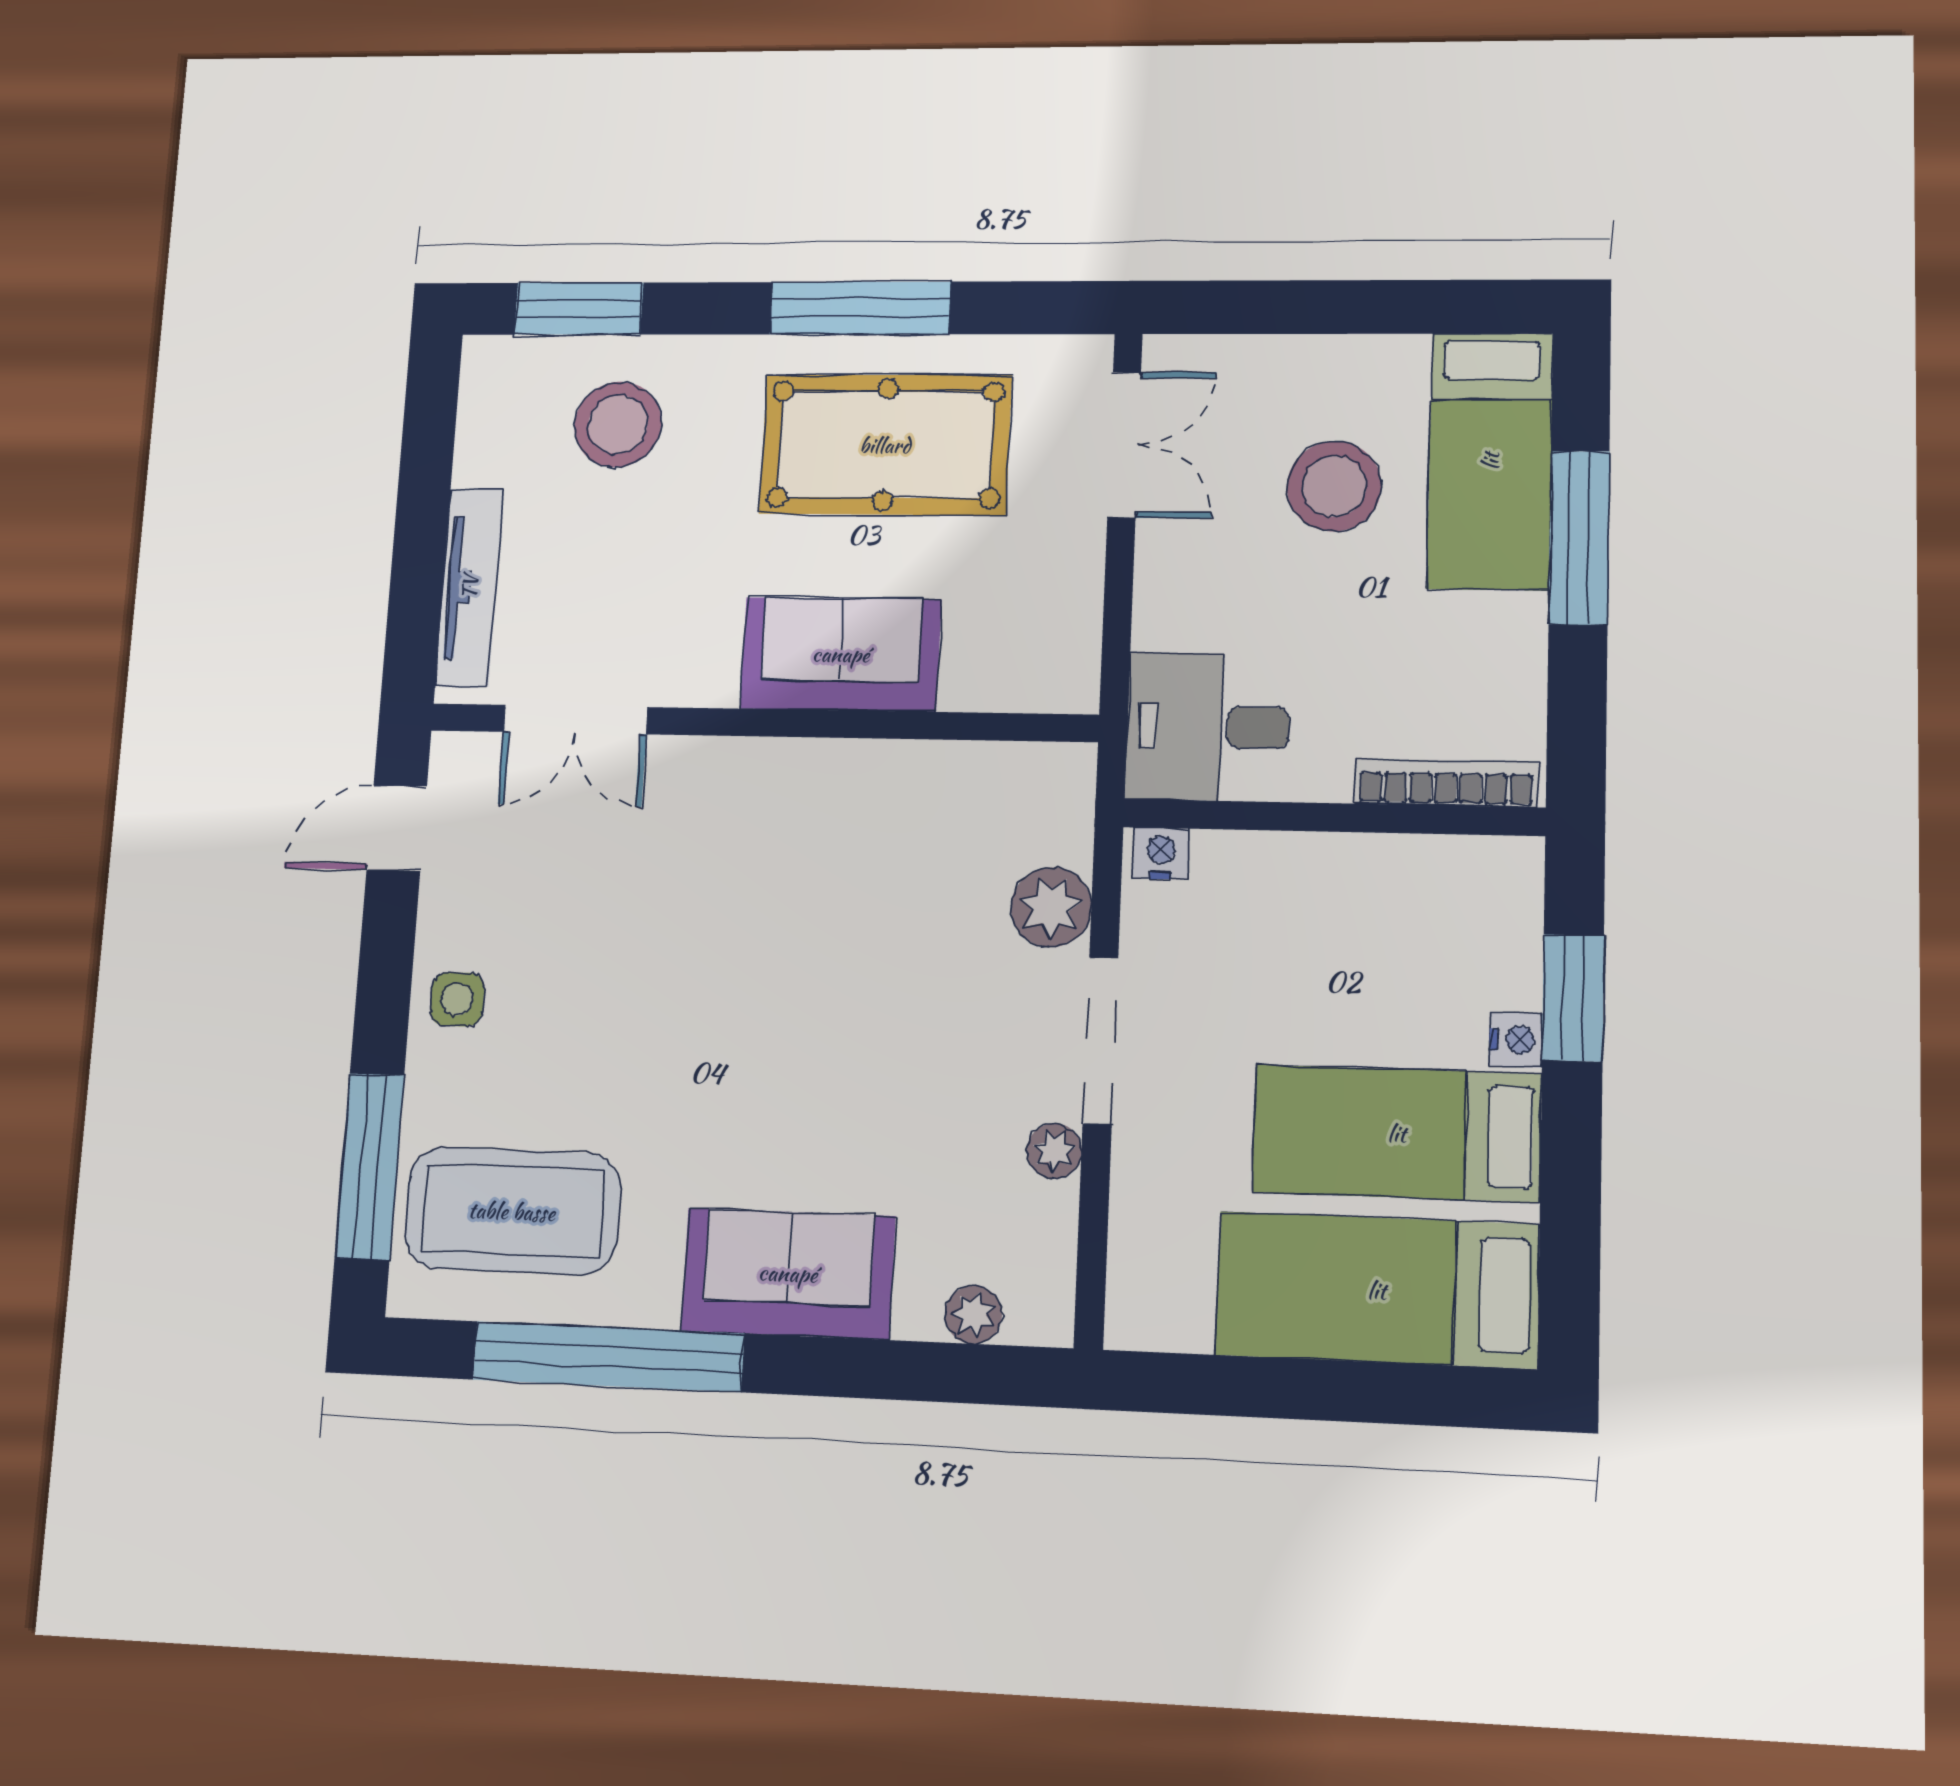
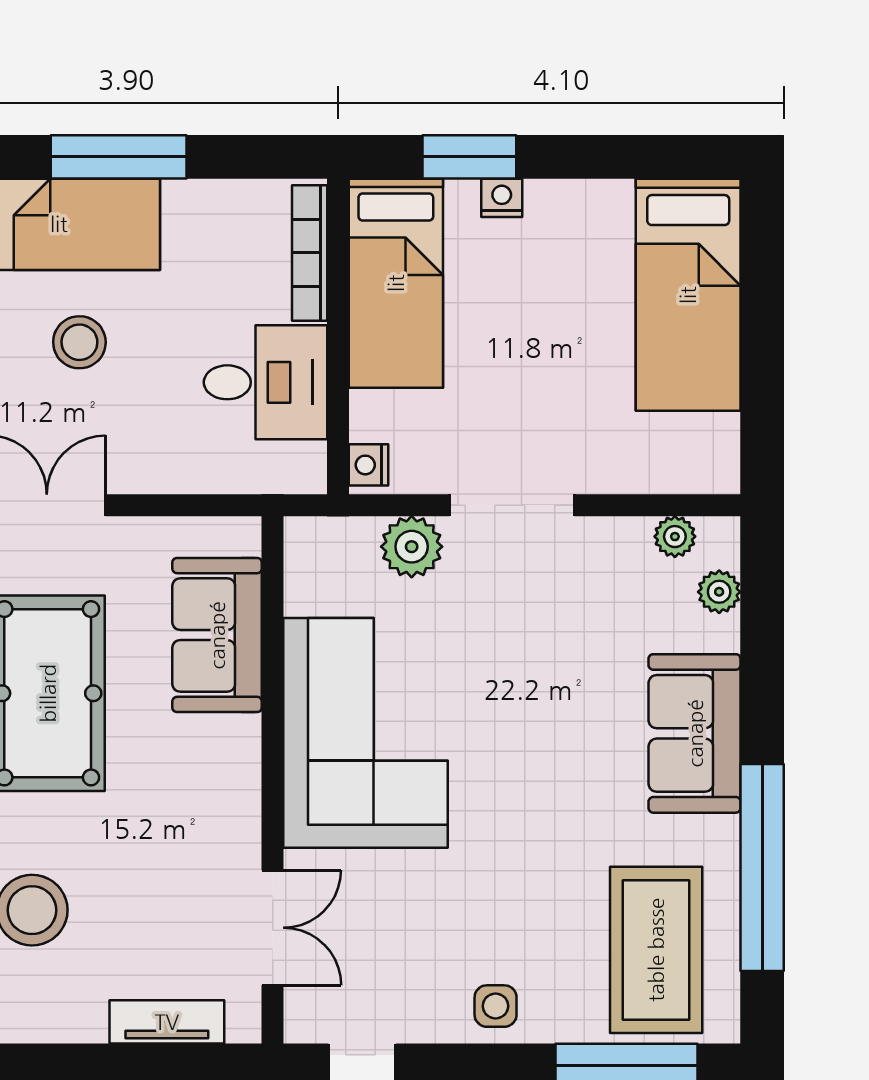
stool: (1334, 486) -> (79, 342), width x0.73, depth x0.73
tv unit: (469, 587) -> (167, 1022), width x0.71
sofa: (841, 654) -> (217, 635), moved
desk: (1208, 727) -> (265, 382), moved, turned -90
corner sofa: (813, 842) -> (366, 733), added
bed: (1397, 1133) -> (396, 283), moved
plant: (1054, 1151) -> (675, 537), moved

